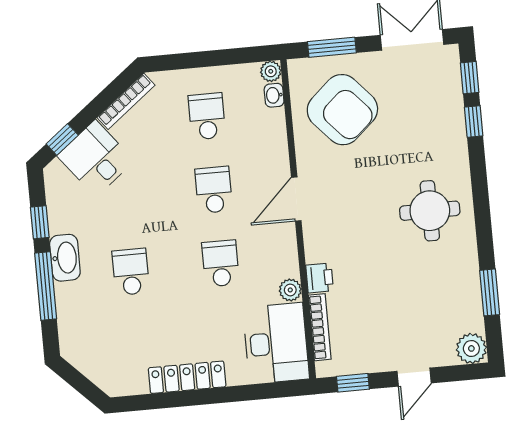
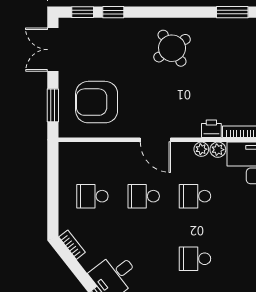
plant: (271, 71) -> (201, 149), moved
washbasin: (274, 95) -> (82, 148), removed
bookcase: (126, 101) -> (72, 245), width x0.64
armchair: (342, 110) -> (97, 102), turned -138
round table: (430, 211) -> (172, 48), turned -34

